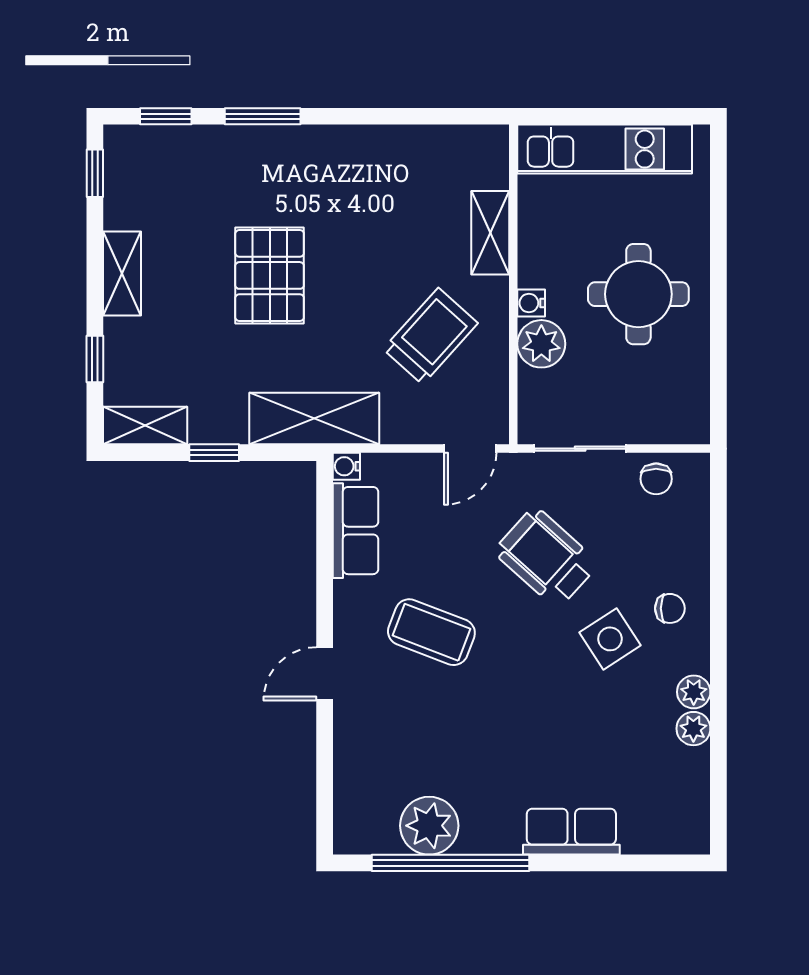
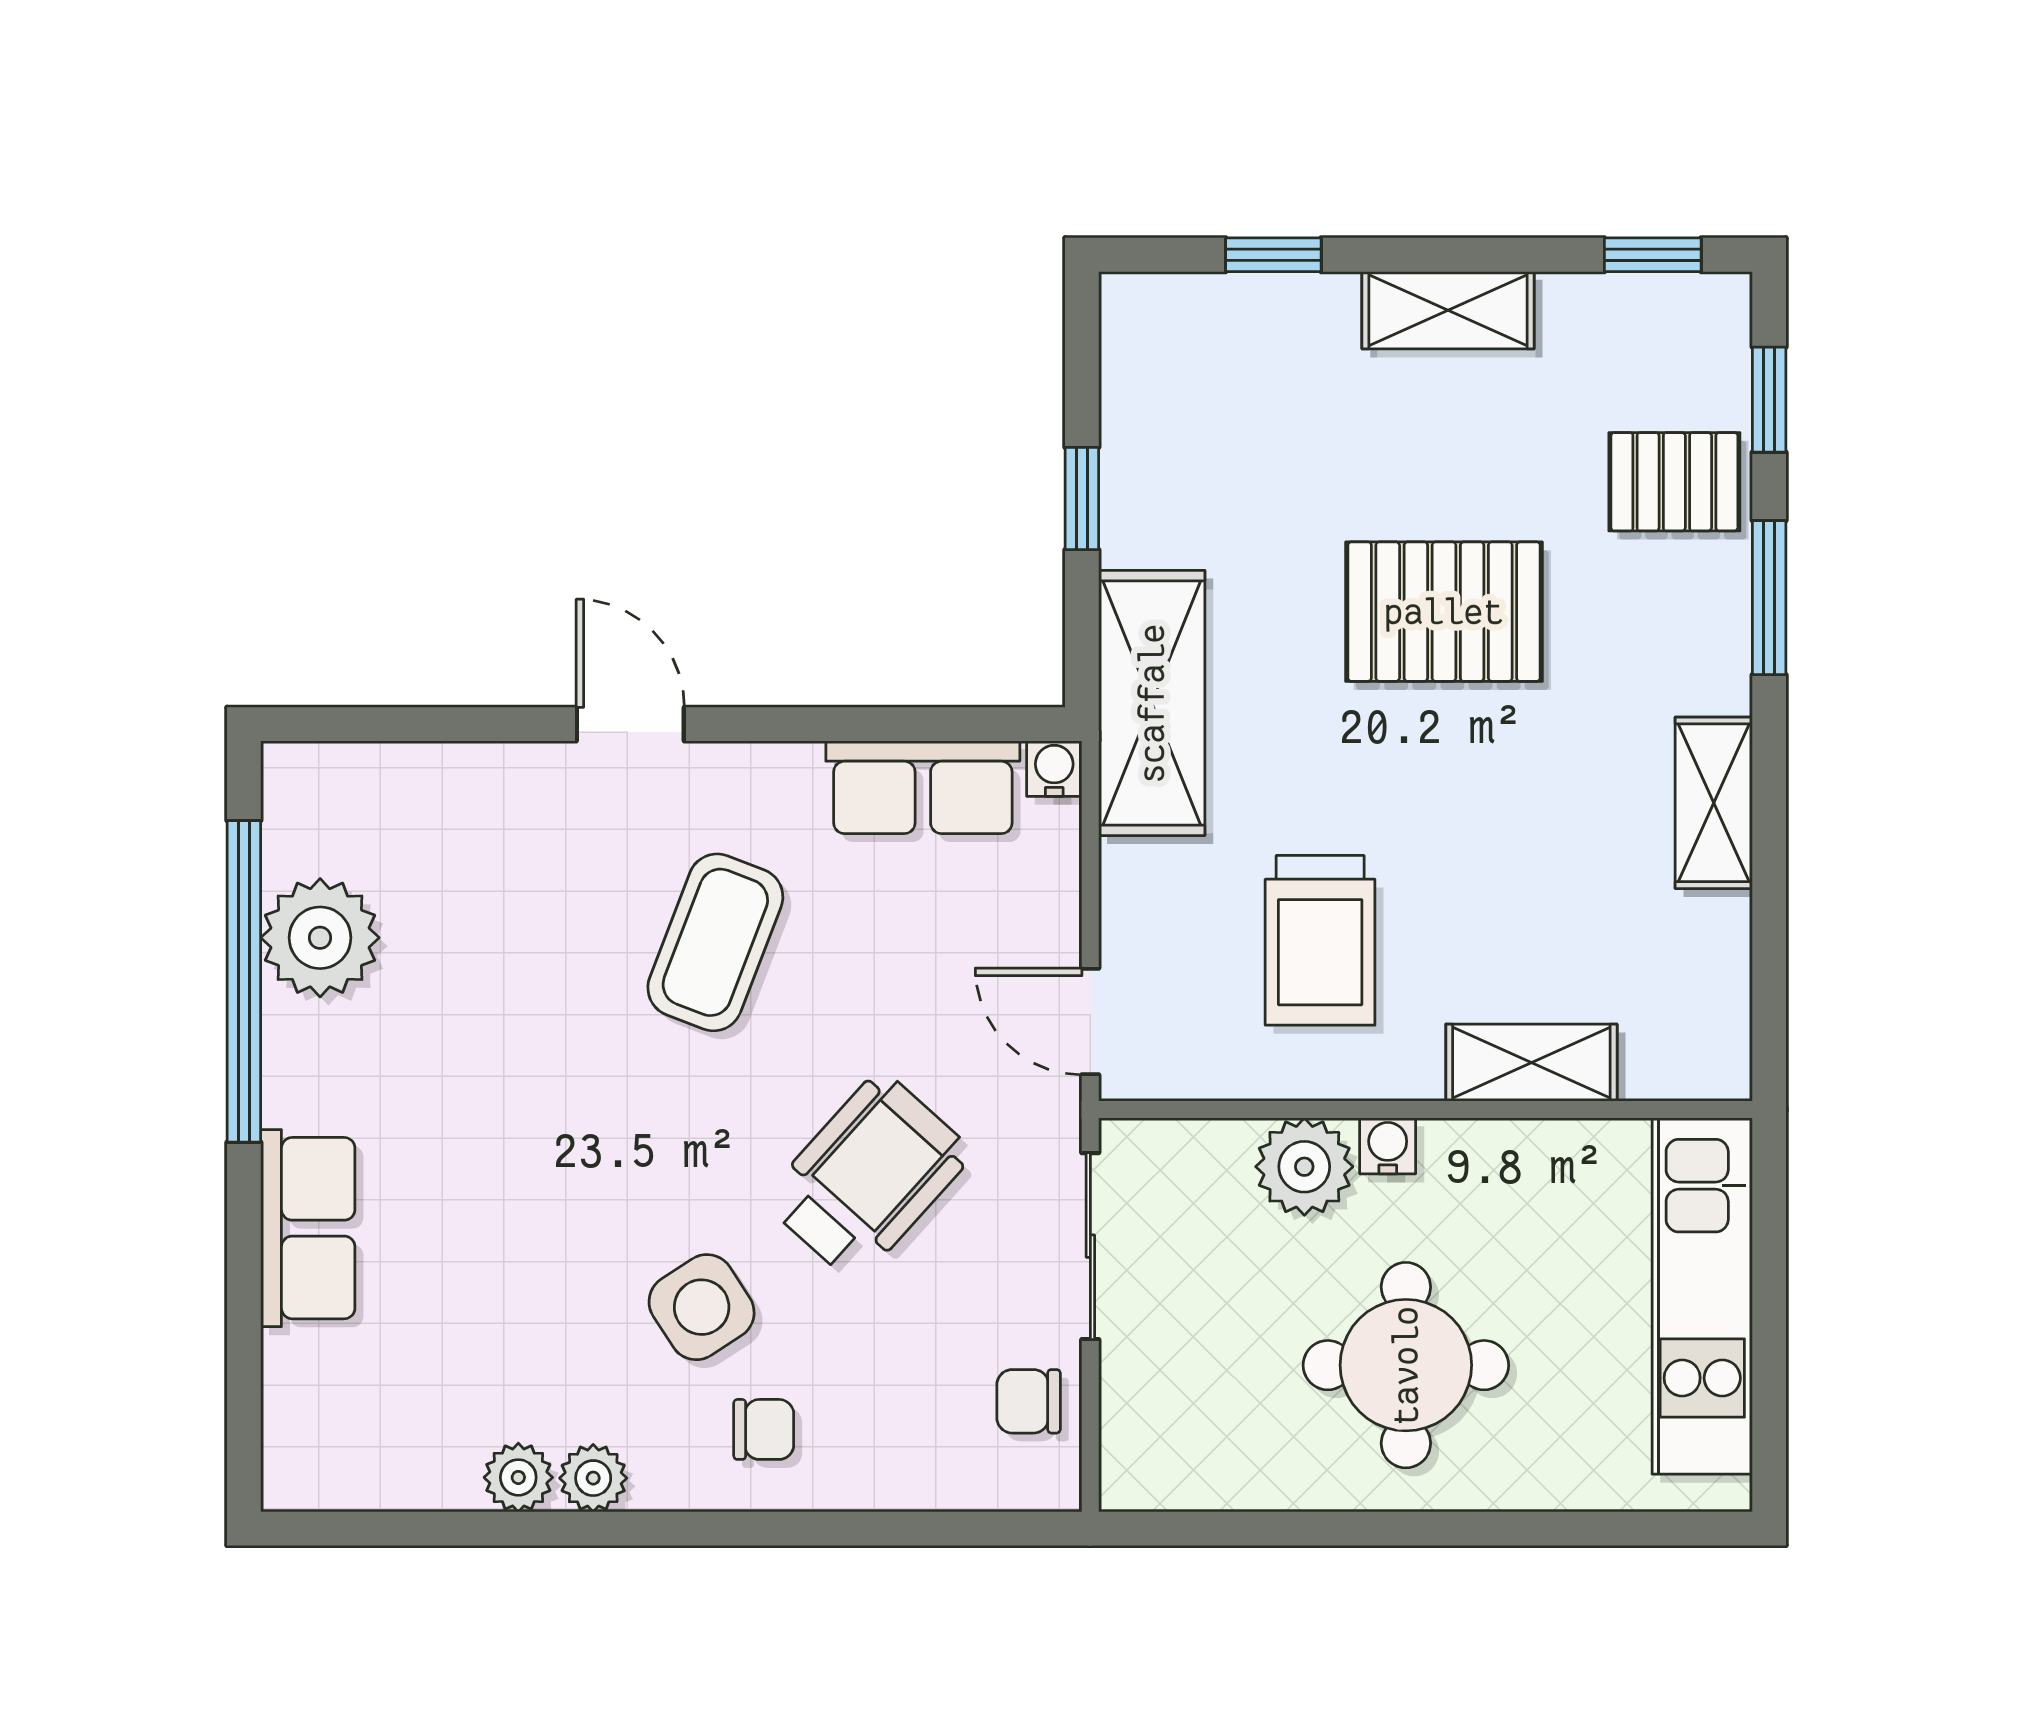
pallet: (206, 163) -> (1674, 482), added
trolley: (430, 336) -> (1320, 940), turned 48
shelving: (145, 426) -> (1714, 803), moved
chair: (670, 608) -> (764, 1429), turned -90

